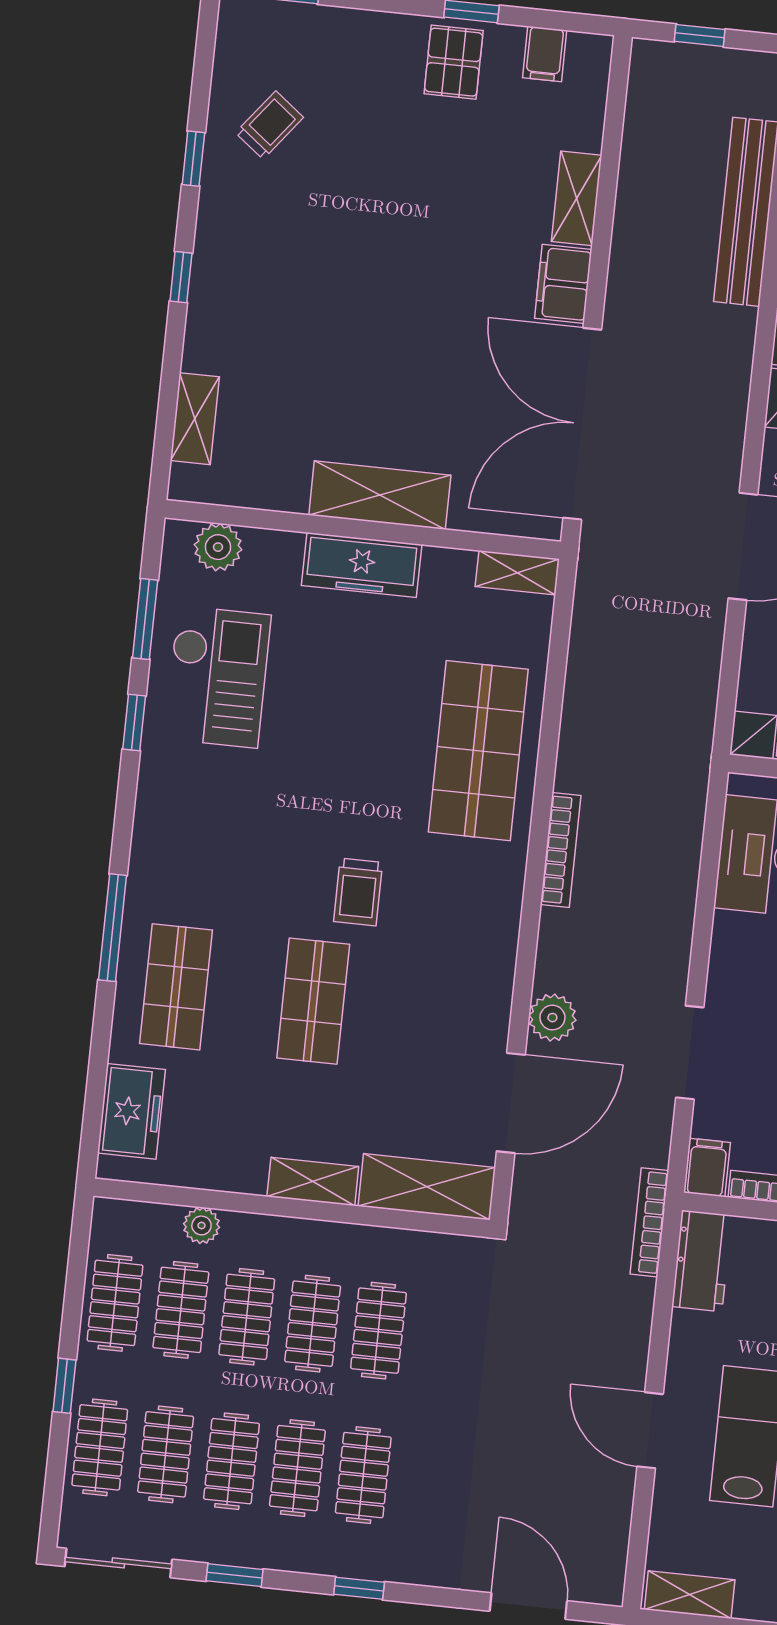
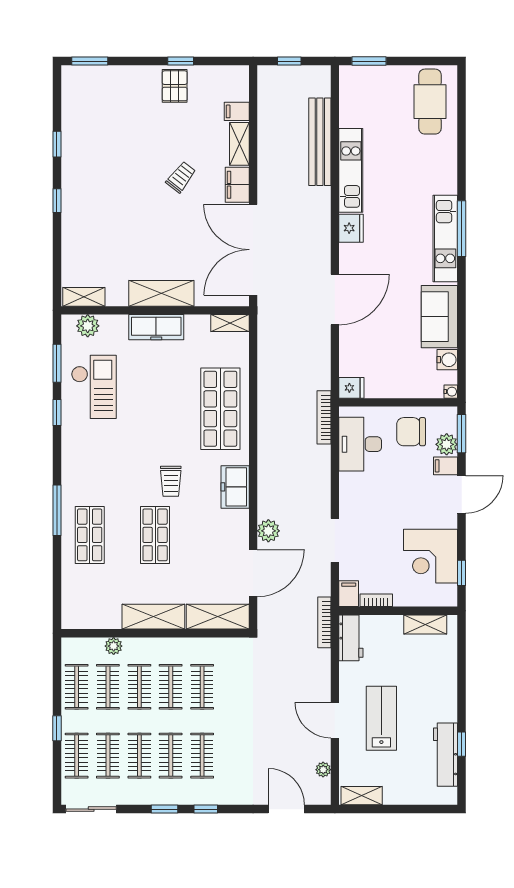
filing cabinet: (545, 54) -> (237, 111), moved, turned 90
trolley: (269, 125) -> (181, 177), moved
shelving: (195, 419) -> (84, 297), moved, turned 90
bookcase: (561, 850) -> (324, 417), moved, turned 180
freezer: (131, 1111) -> (235, 487), moved, turned 180
shelving: (313, 1181) -> (153, 617), width x1.50, depth x1.33
plant: (615, 1531) -> (323, 770), added
window: (235, 1575) -> (165, 809), moved

